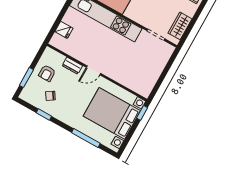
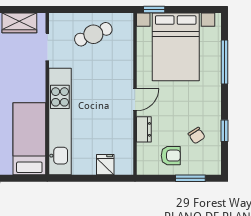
cafe table: (148, 67) -> (93, 34), added
door: (94, 70) -> (135, 100), hinge flipped

